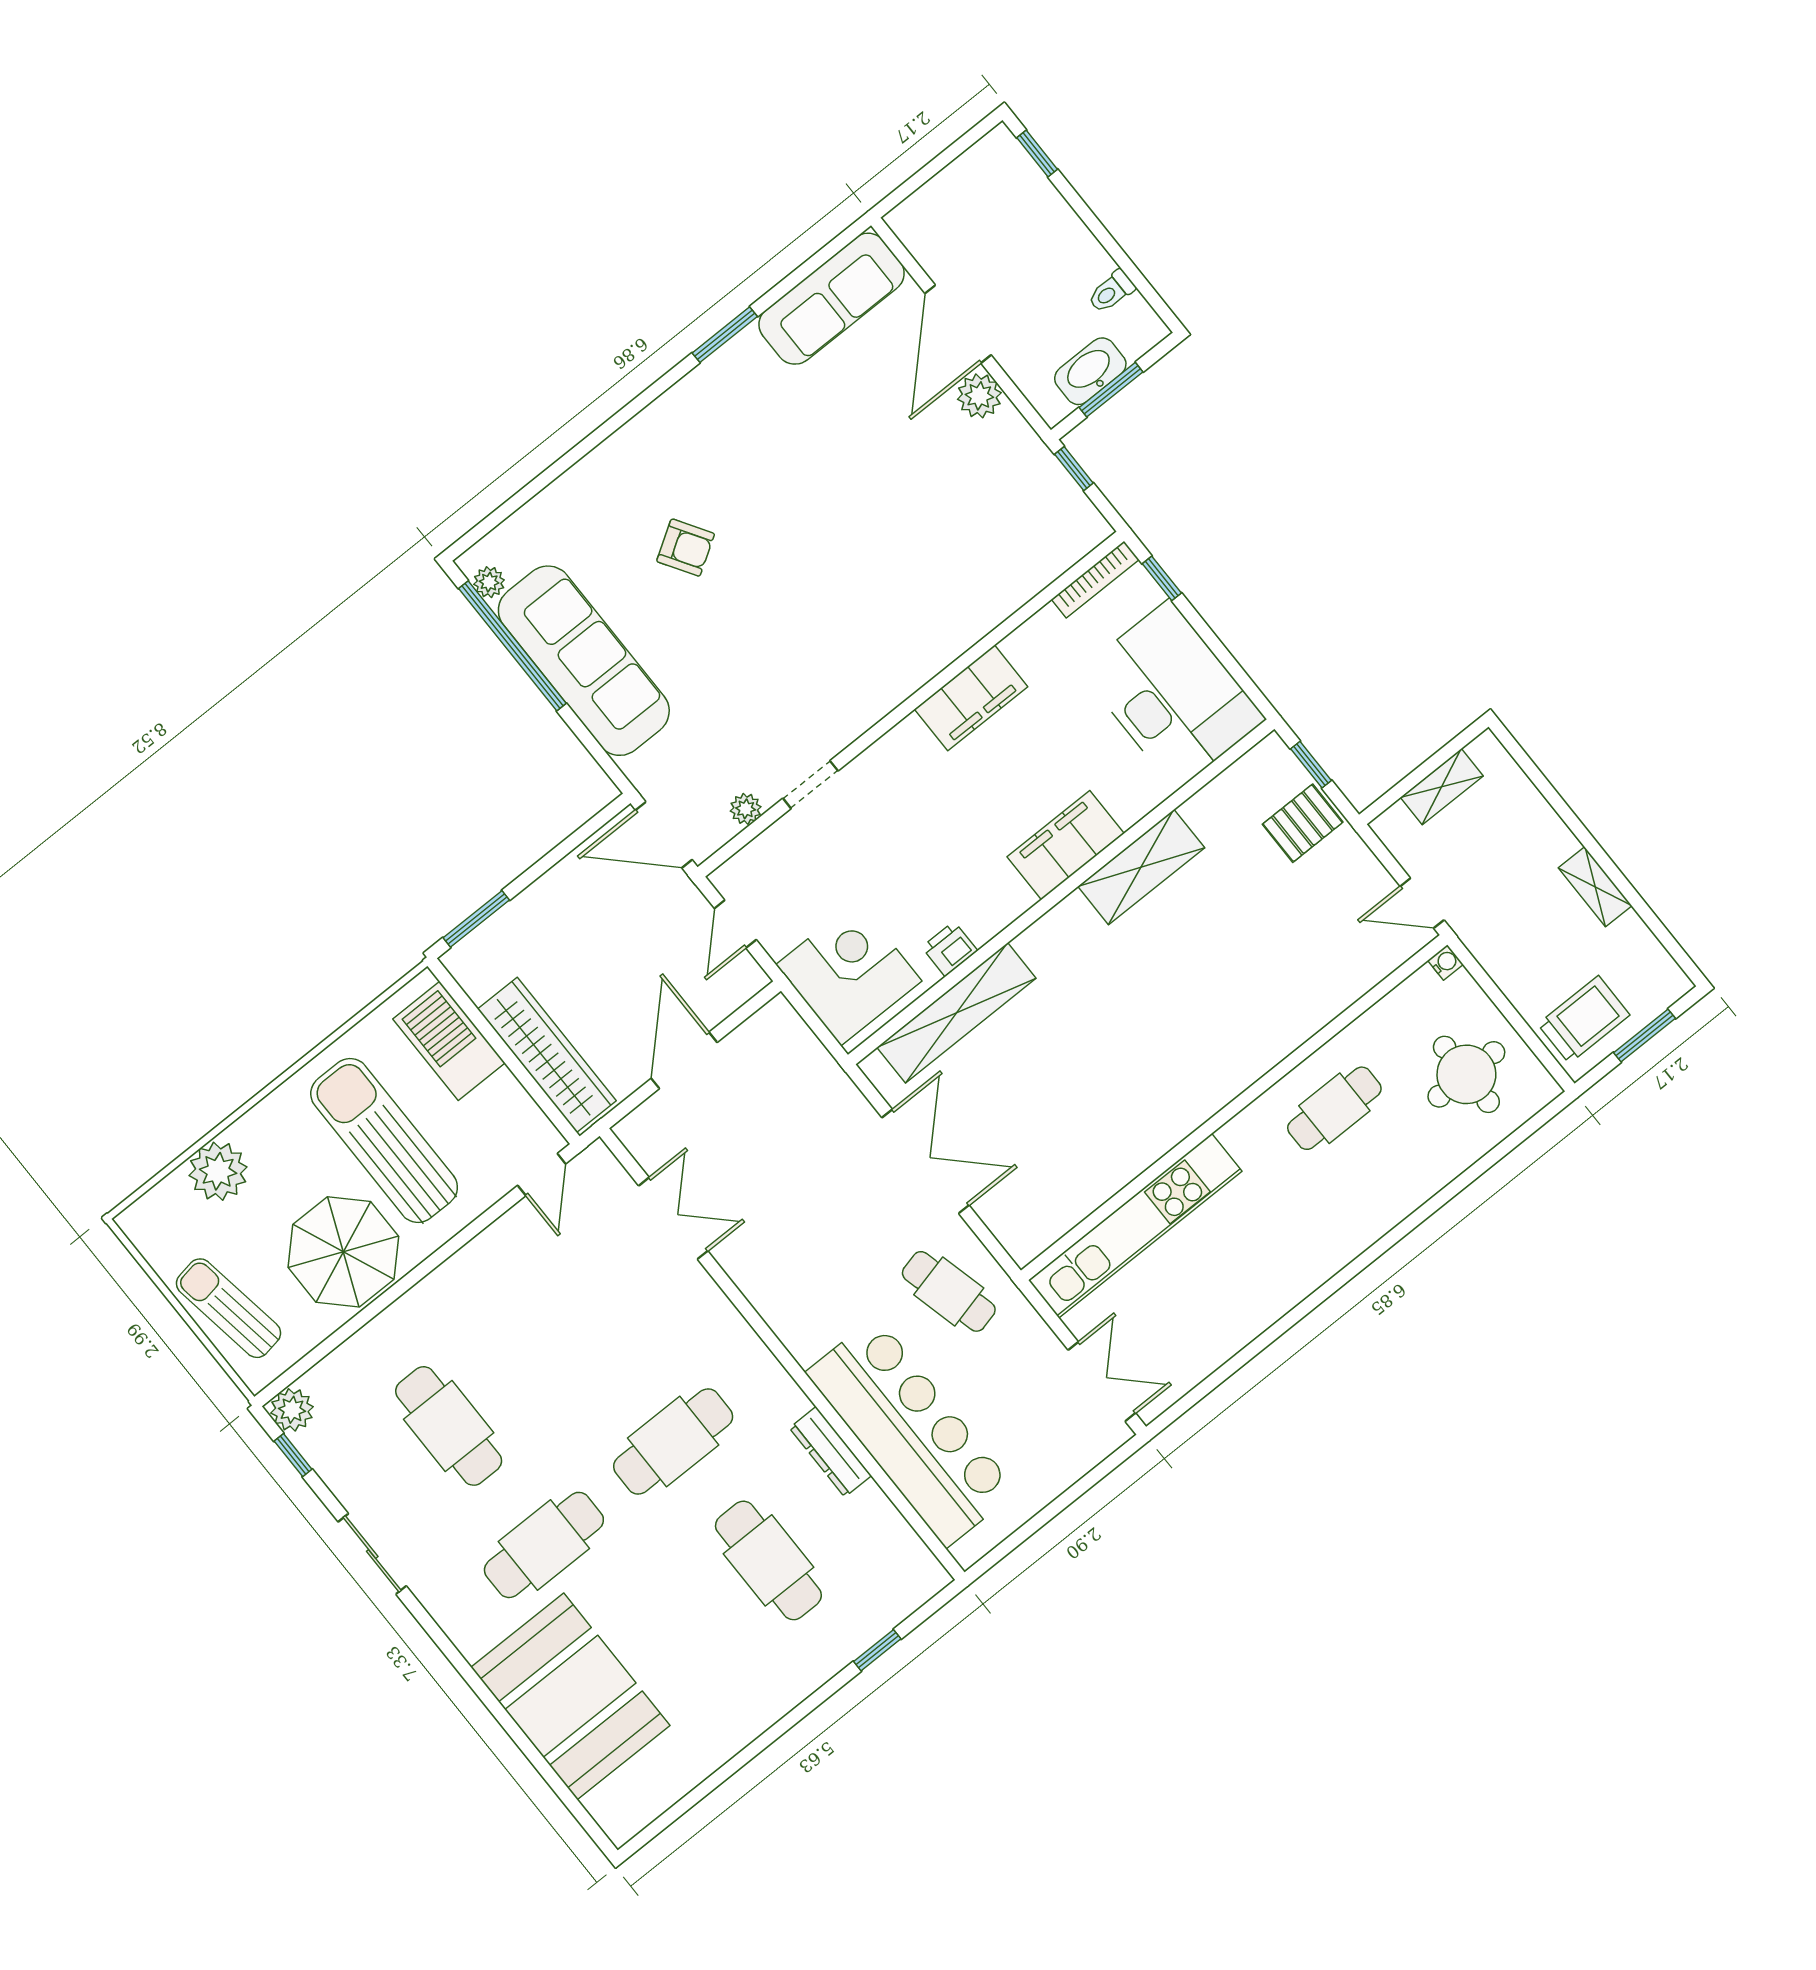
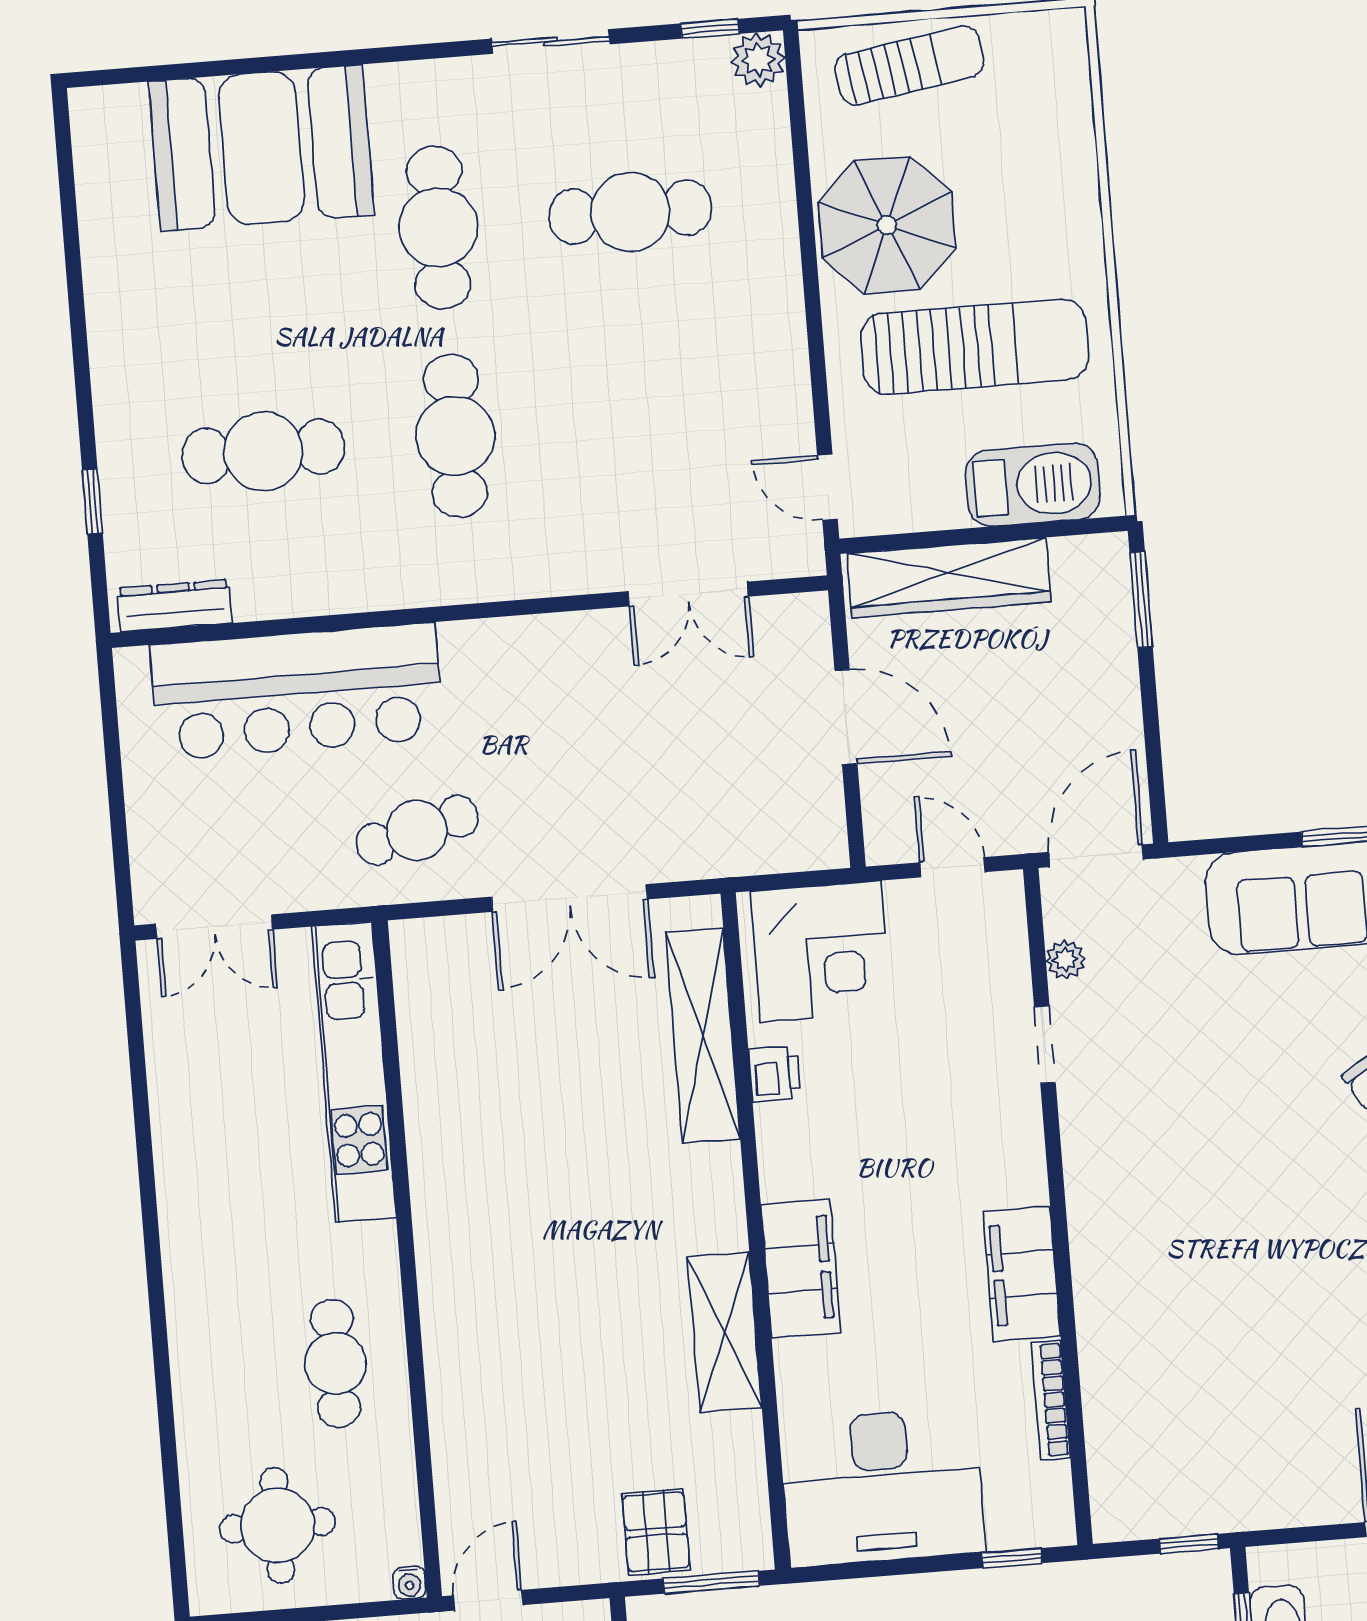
plant: (979, 396) -> (1332, 1496), removed
bookcase: (1095, 580) -> (1051, 1400), moved
window: (1311, 765) -> (711, 1582), width x1.50
plant: (218, 1171) -> (1060, 151), removed
dresser: (830, 1452) -> (175, 606), moved

